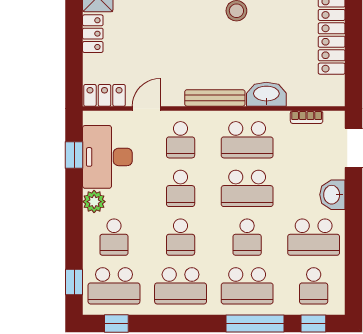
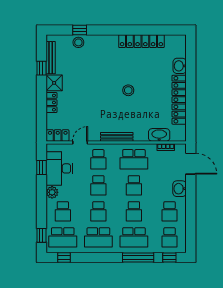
washbasin: (266, 94) -> (159, 135), moved
school desk: (247, 188) -> (134, 185), width x0.54
school desk: (314, 237) -> (170, 211), width x0.54

